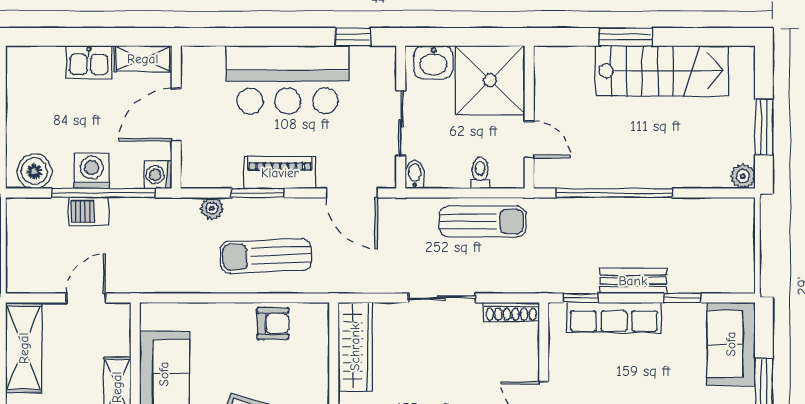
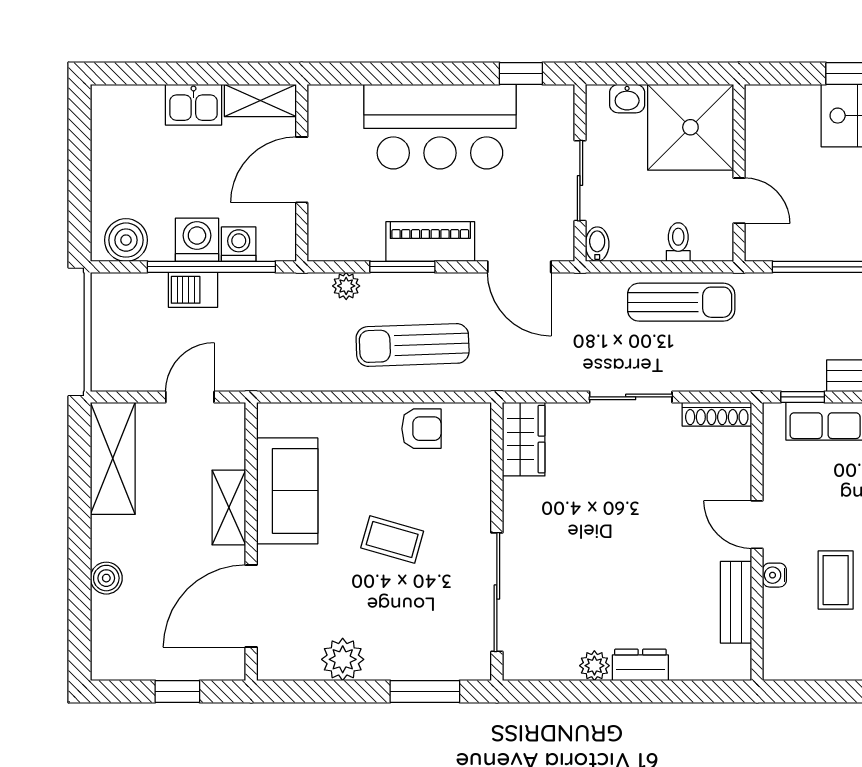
washbasin: (433, 62) -> (627, 99), width x0.72, depth x0.69
washing machine: (158, 175) -> (239, 244), moved, turned 90
wardrobe: (355, 347) -> (524, 439), width x0.67

